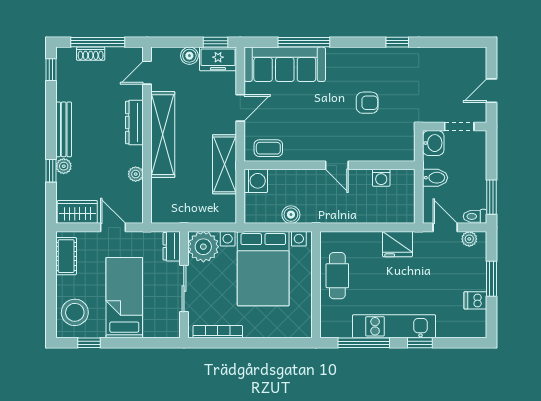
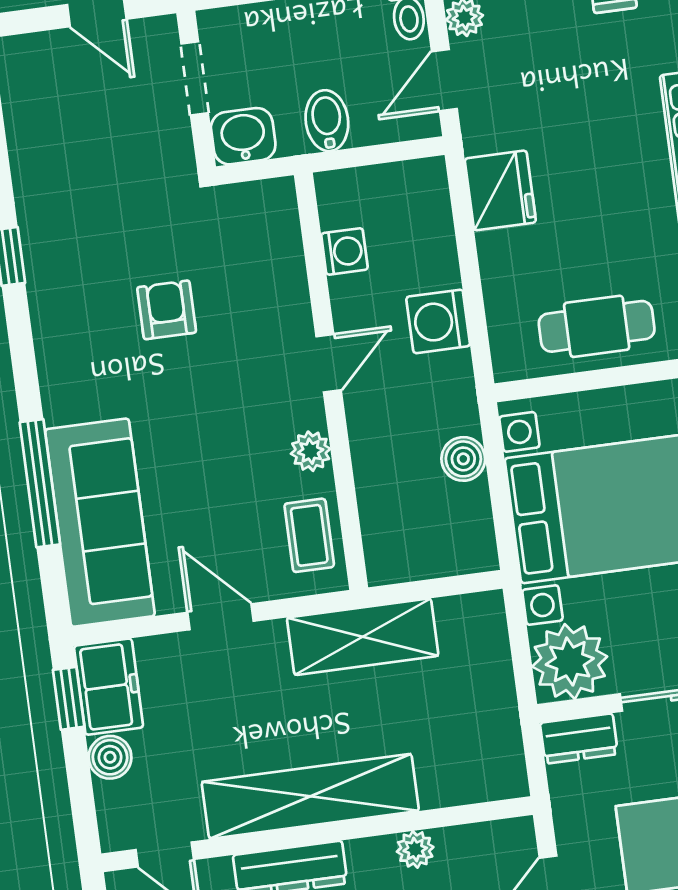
plant: (302, 153) -> (311, 451), added
washing machine: (256, 181) -> (438, 321), moved, turned -90

